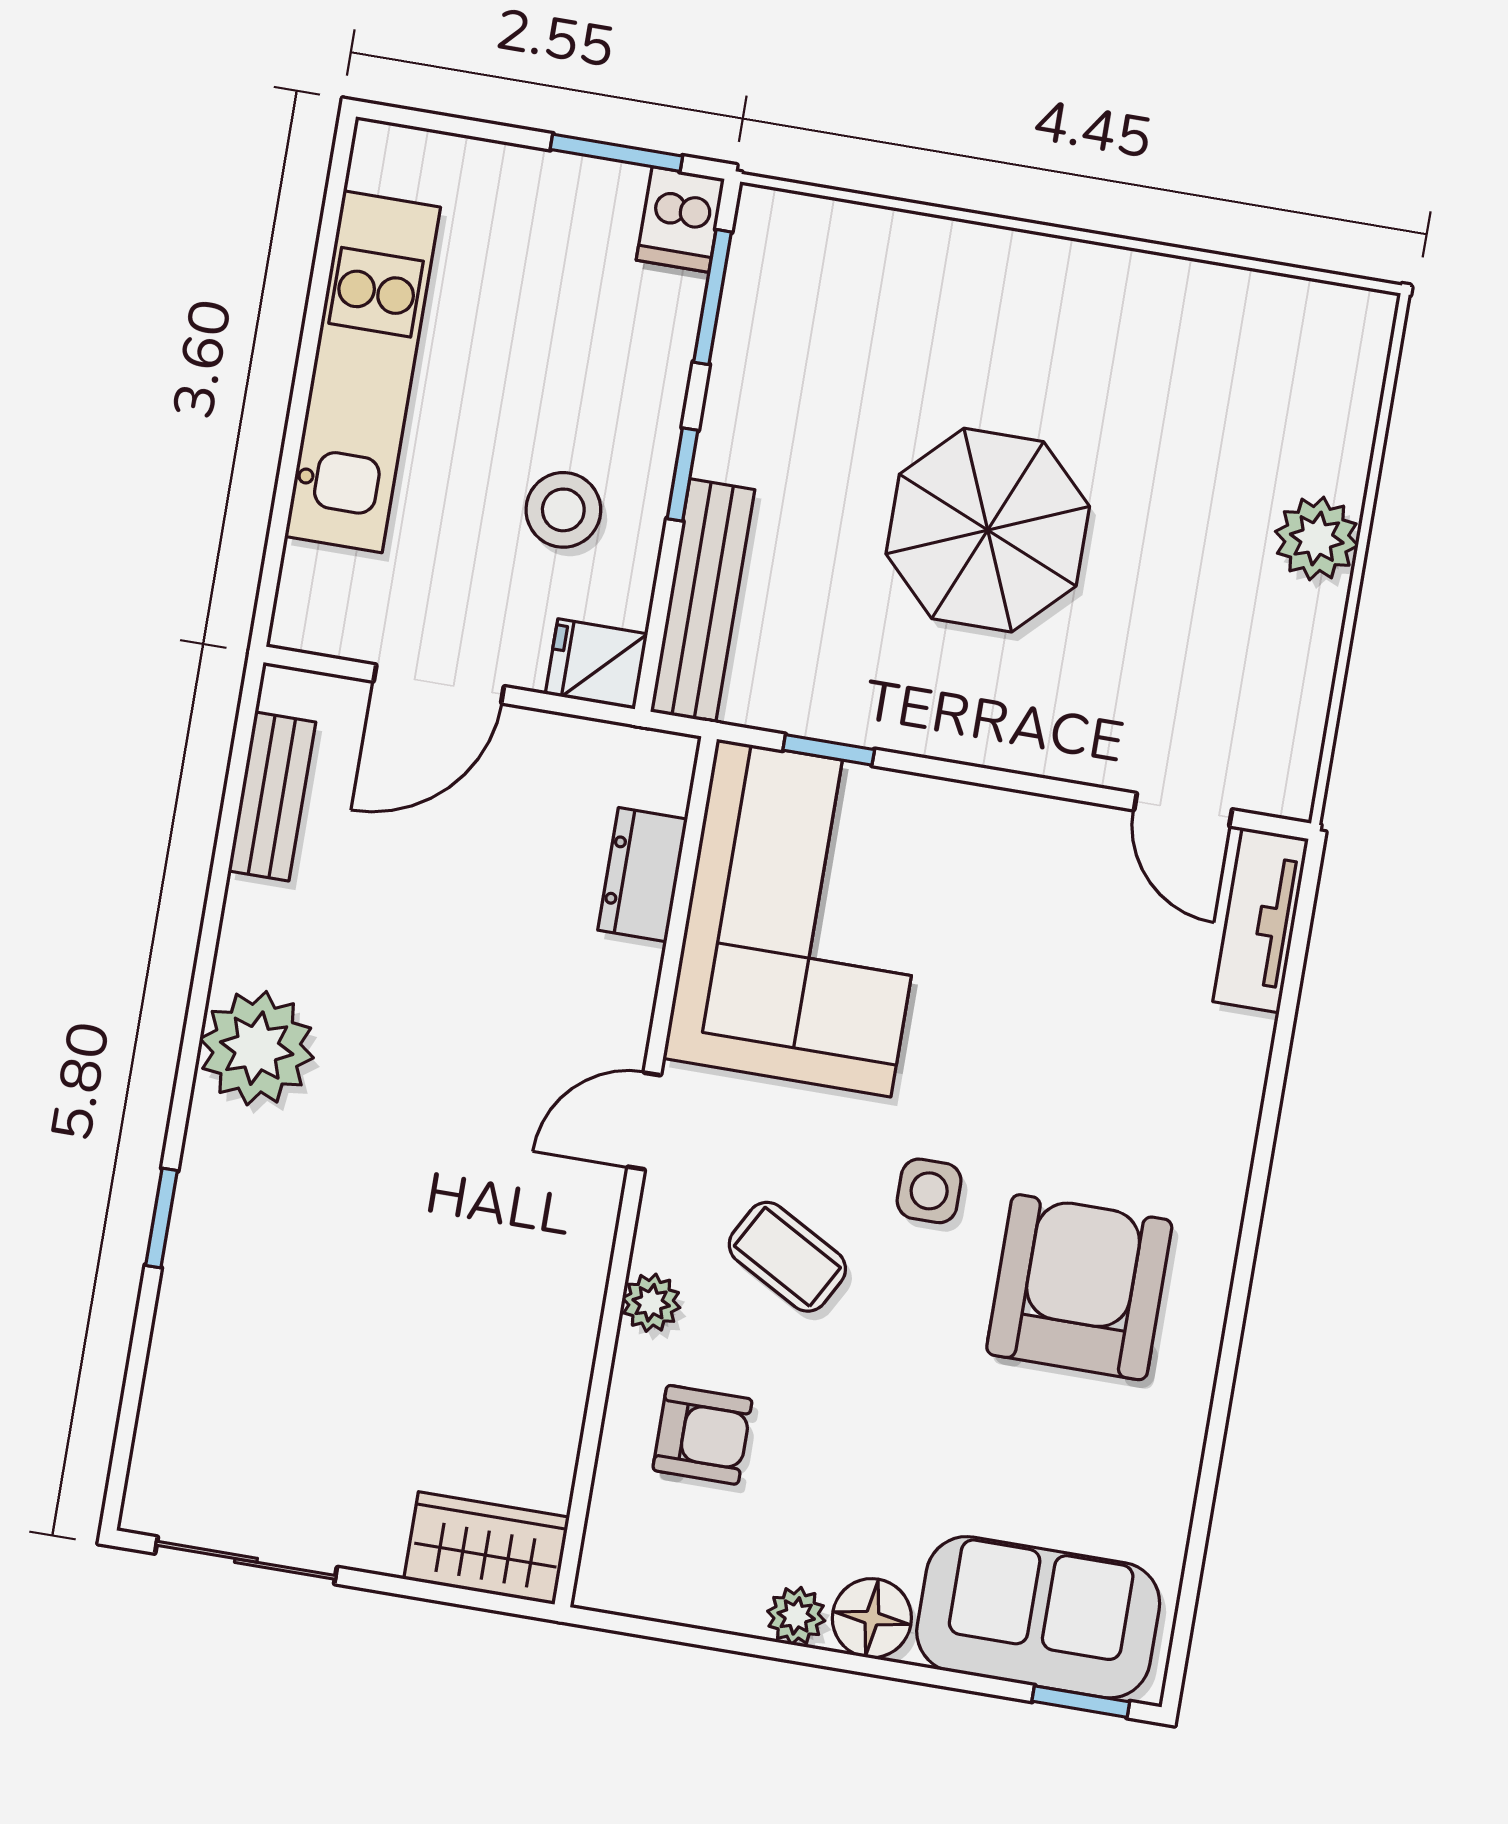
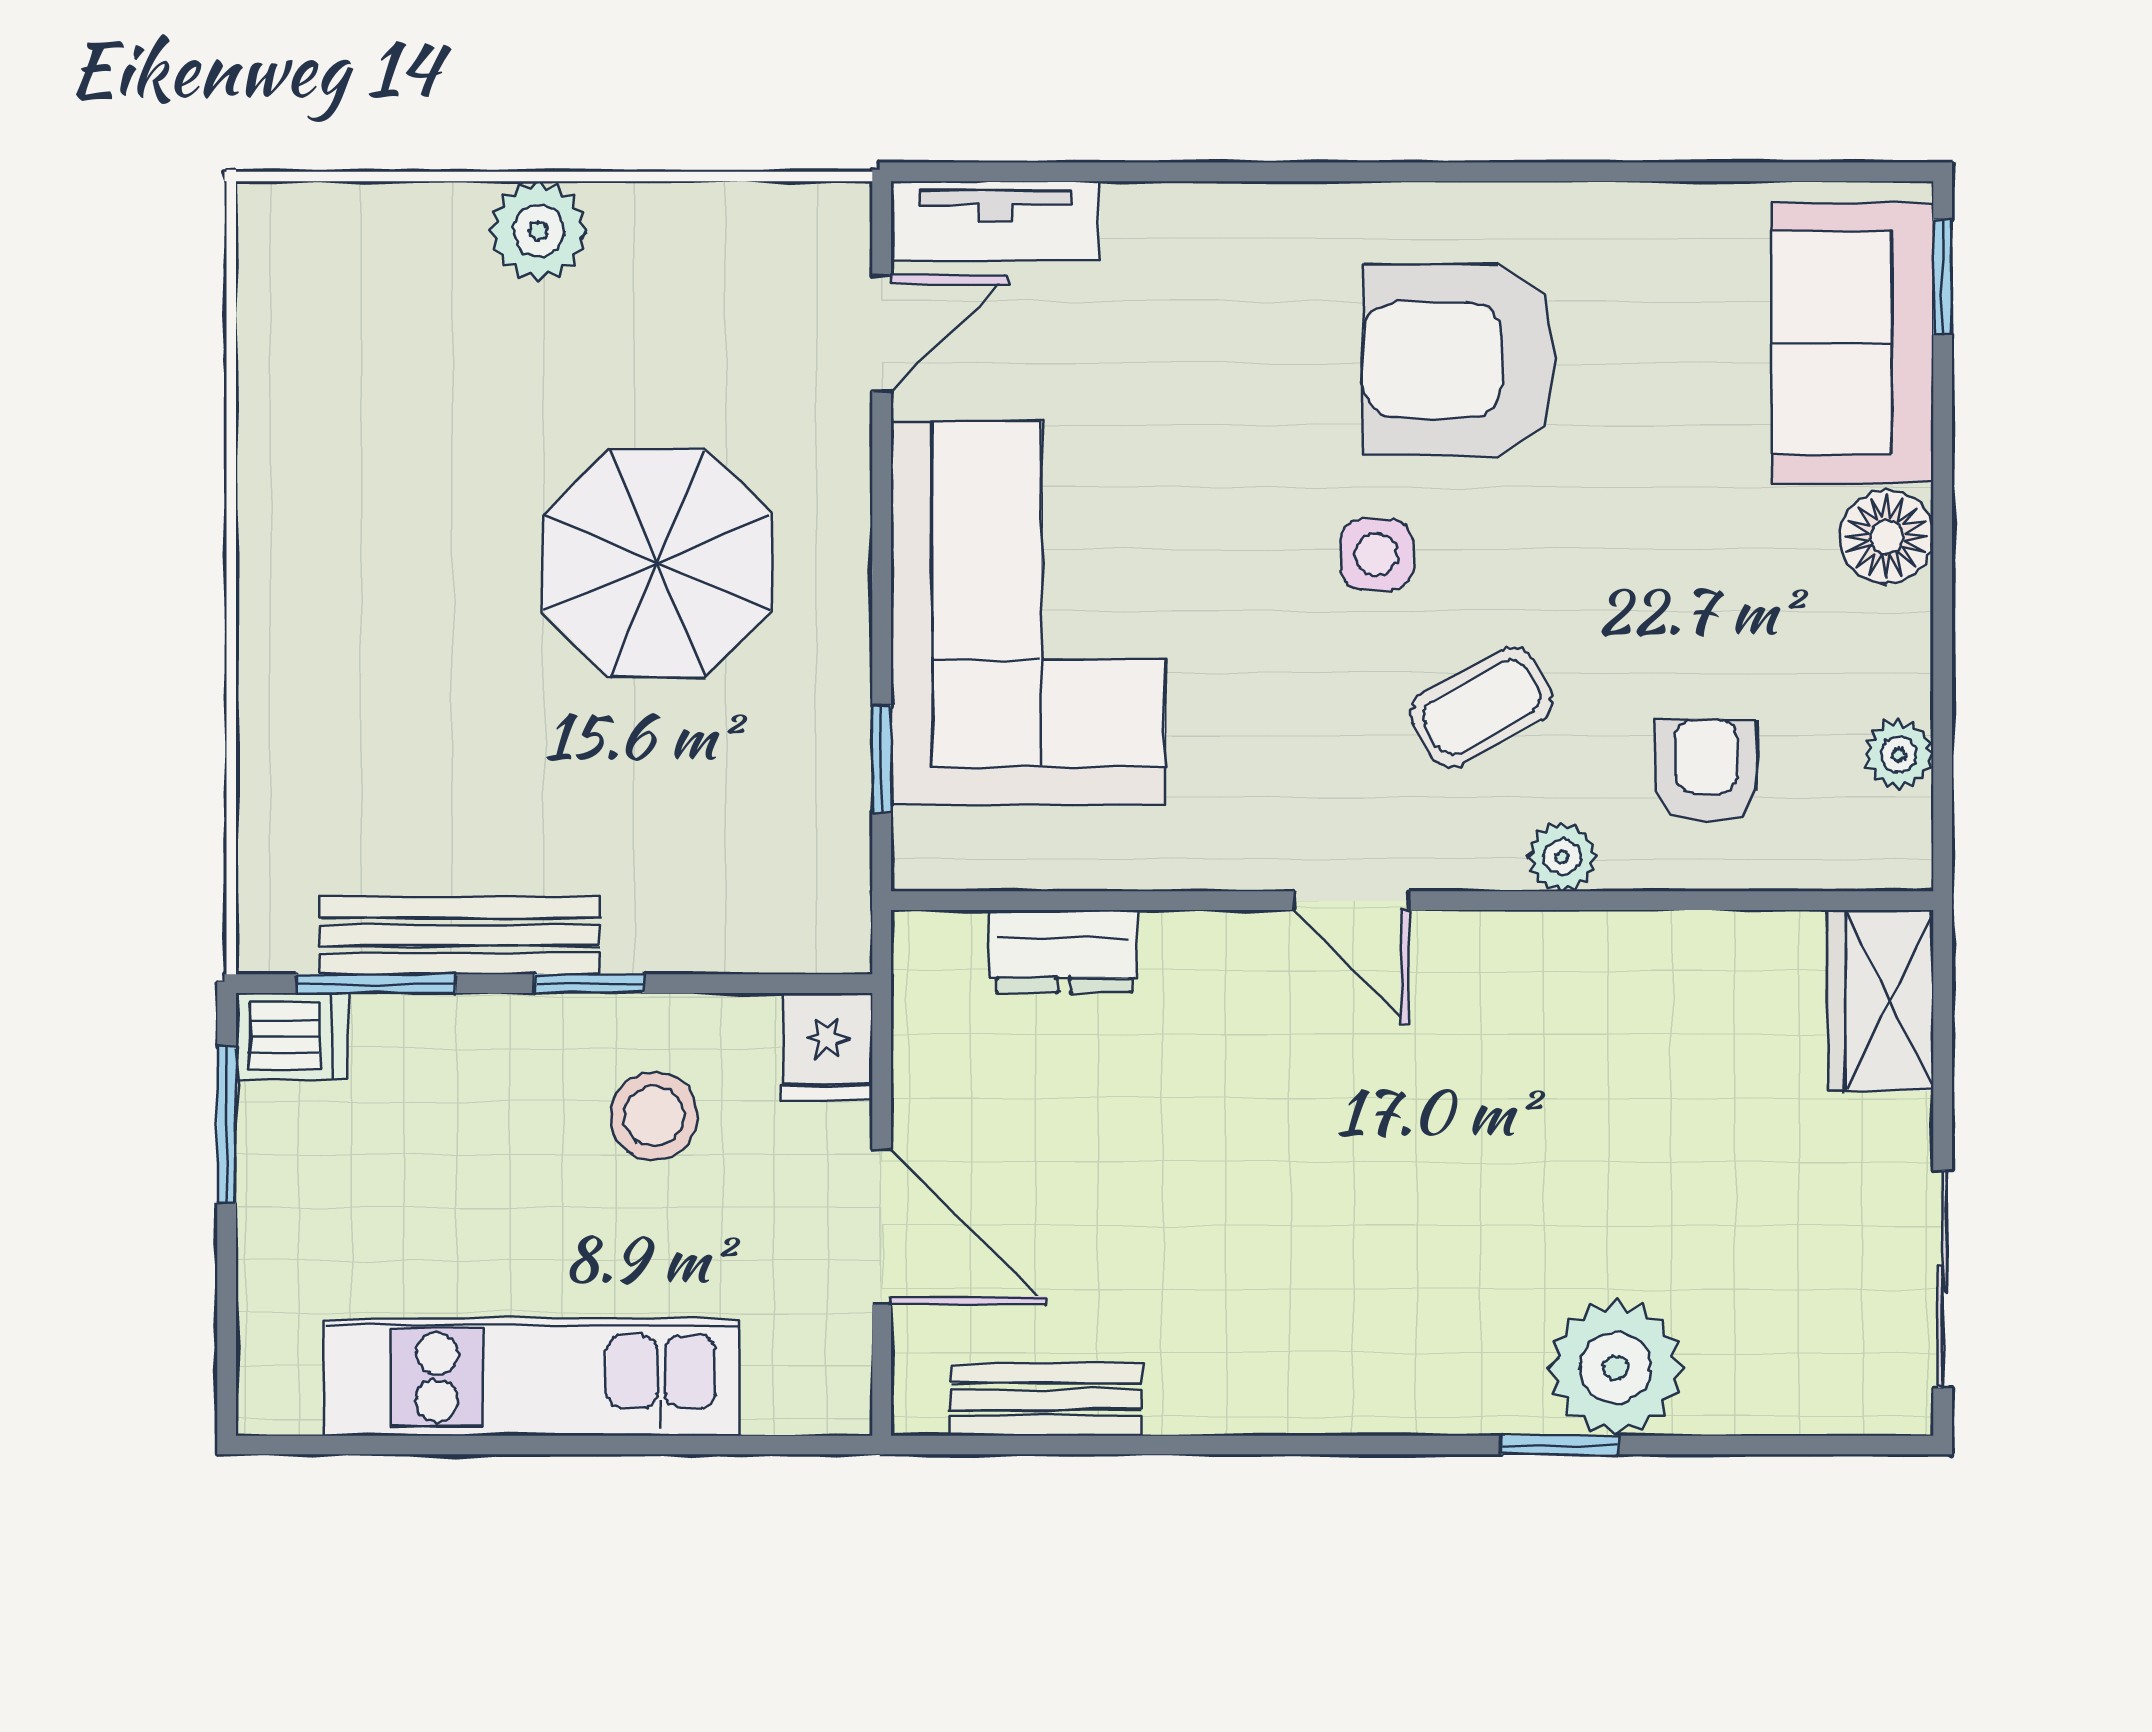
parasol: (988, 530) -> (657, 563), moved
bench: (703, 601) -> (460, 935), moved
corner sofa: (804, 918) -> (1028, 614), moved, turned 90
plant: (257, 1048) -> (1616, 1367), moved
coffee table: (787, 1257) -> (1481, 707), turned 32
plant: (796, 1616) -> (1899, 754), moved

